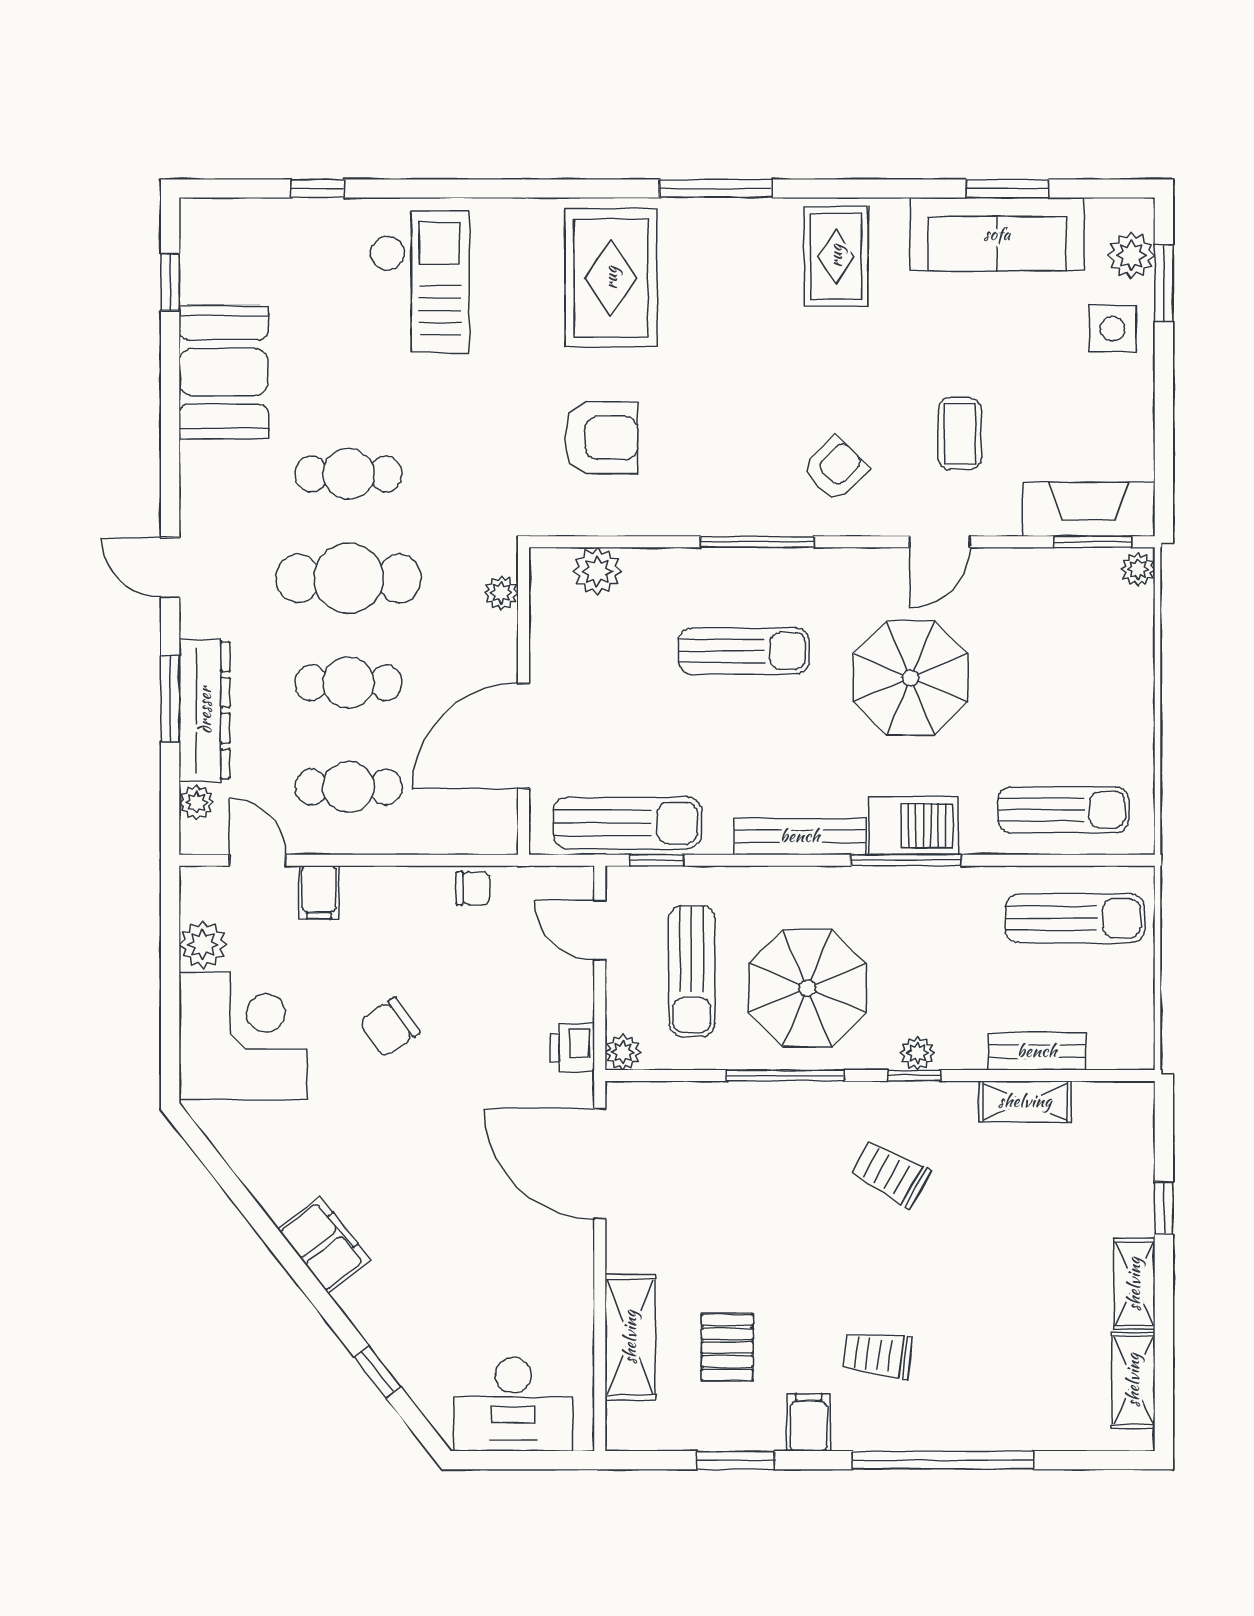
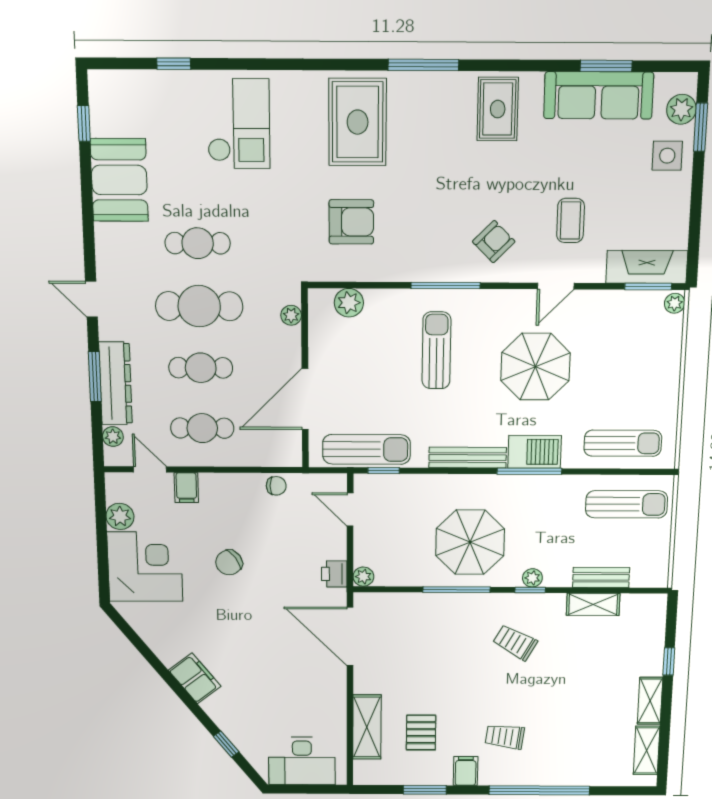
sun lounger: (744, 651) -> (436, 350), turned -90
sun lounger: (692, 971) -> (403, 532), removed

